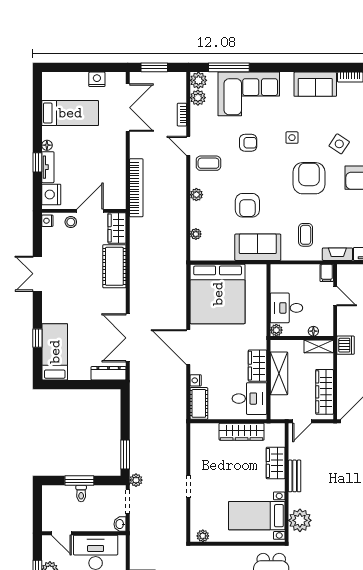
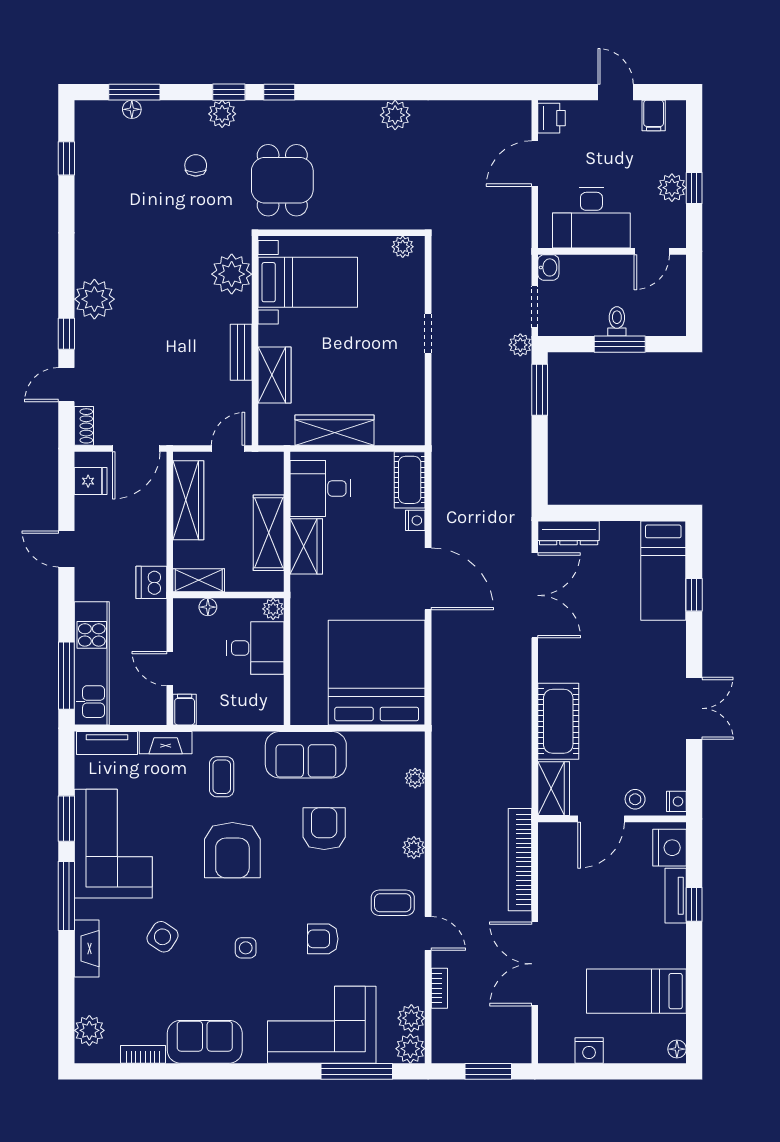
double door: (128, 108) -> (535, 964), moved
floor lamp: (47, 145) -> (677, 1049), moved
armchair: (309, 178) -> (232, 850), moved
door: (61, 533) -> (652, 251), swing flipped

